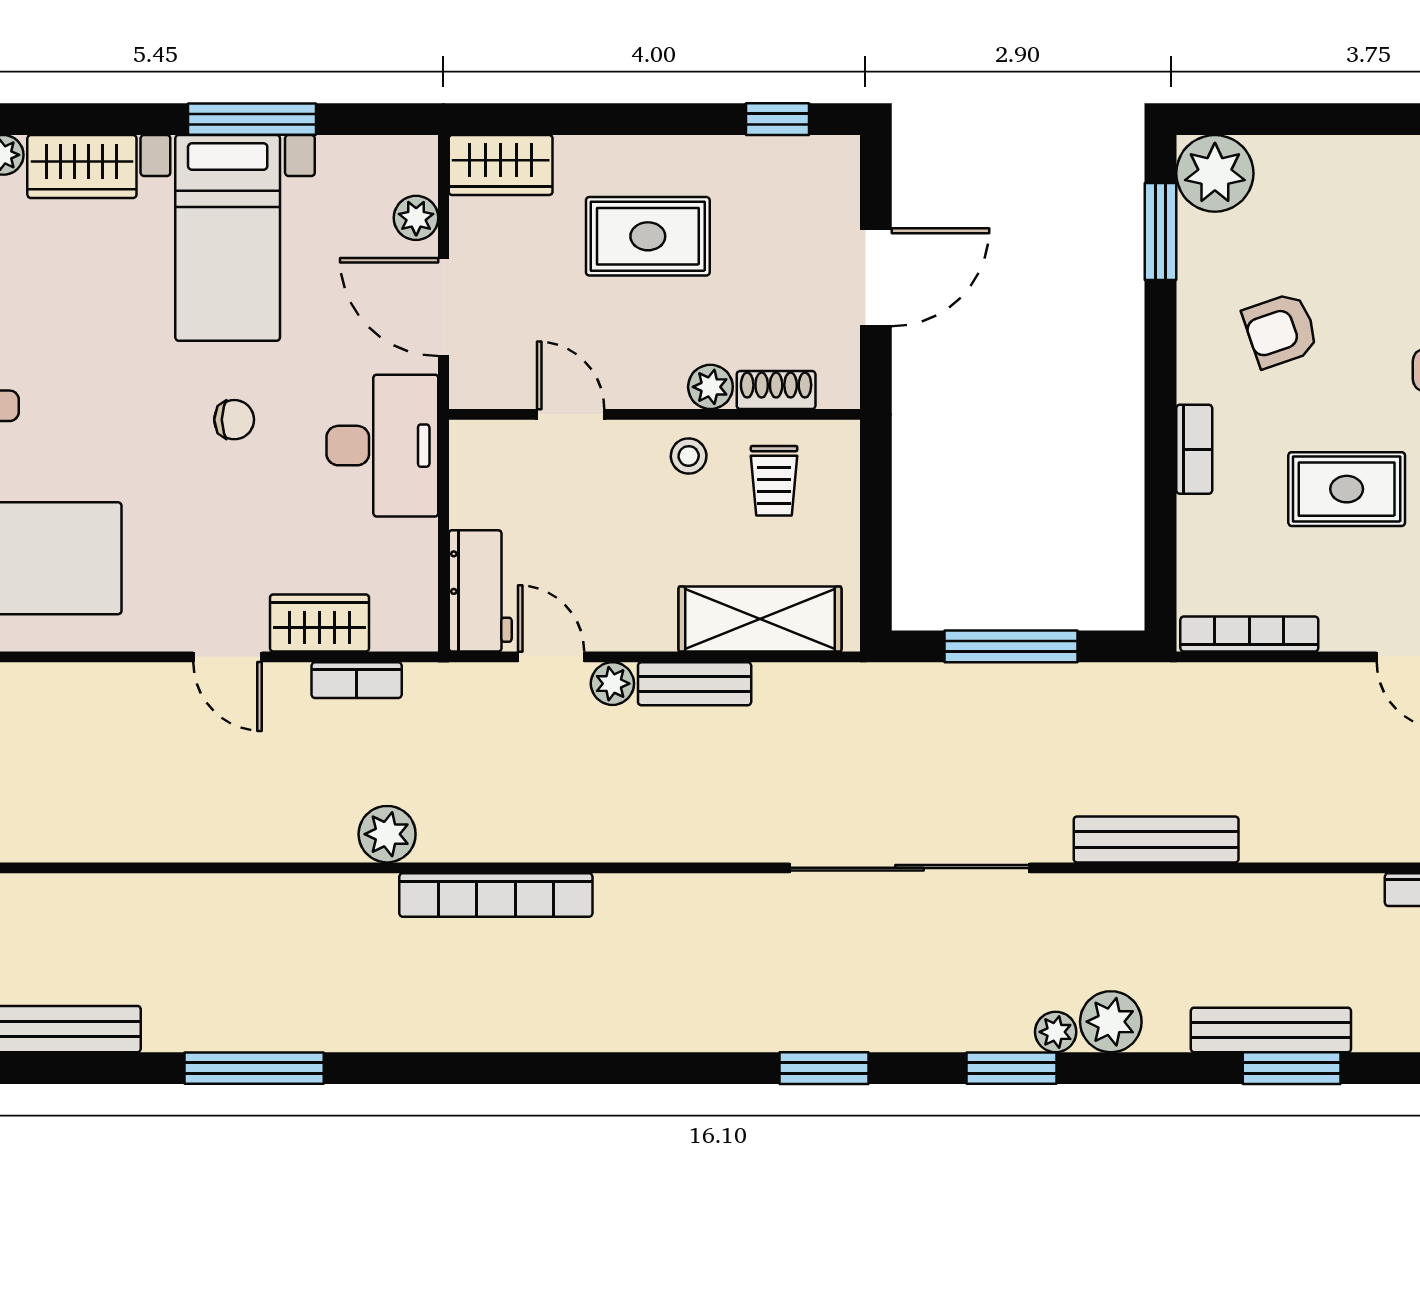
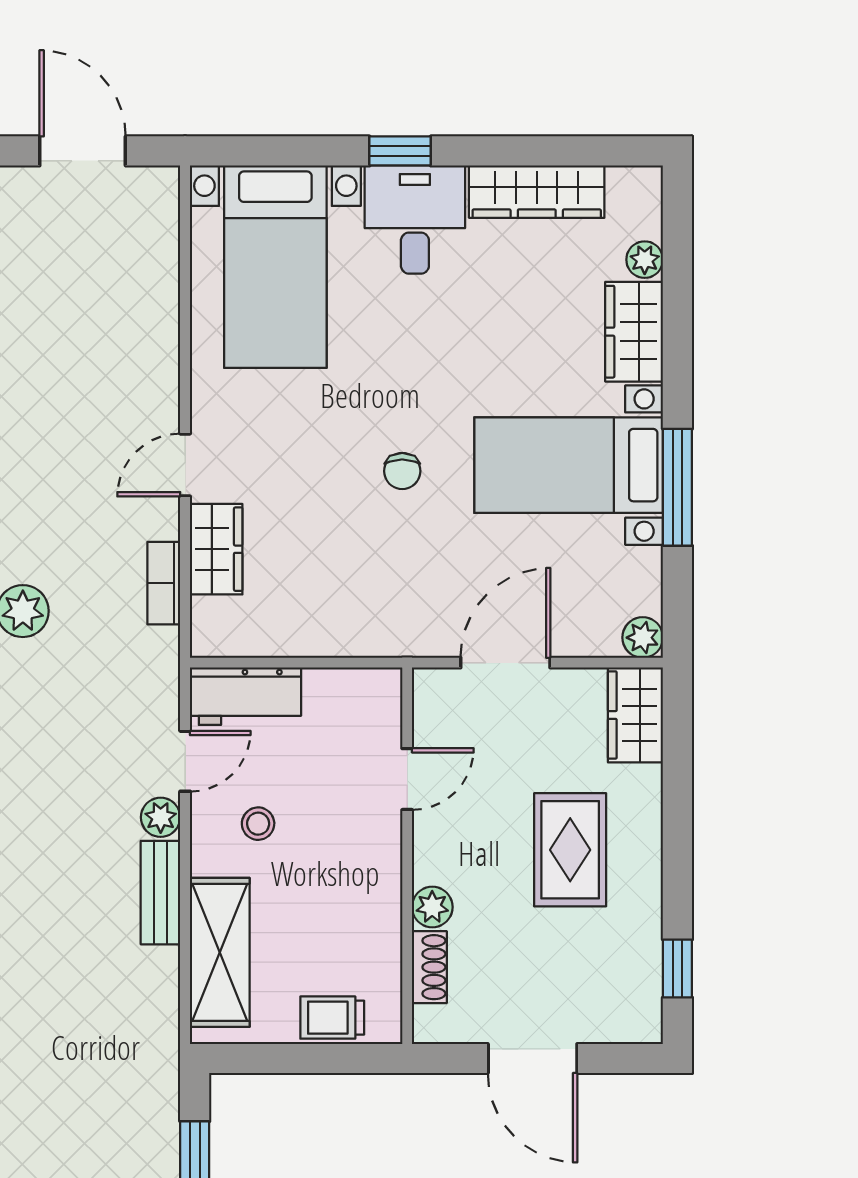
plant: (416, 218) -> (643, 638), moved
desk: (382, 446) -> (379, 607), removed
stool: (689, 456) -> (258, 824), moved
trolley: (774, 481) -> (332, 1018), moved

